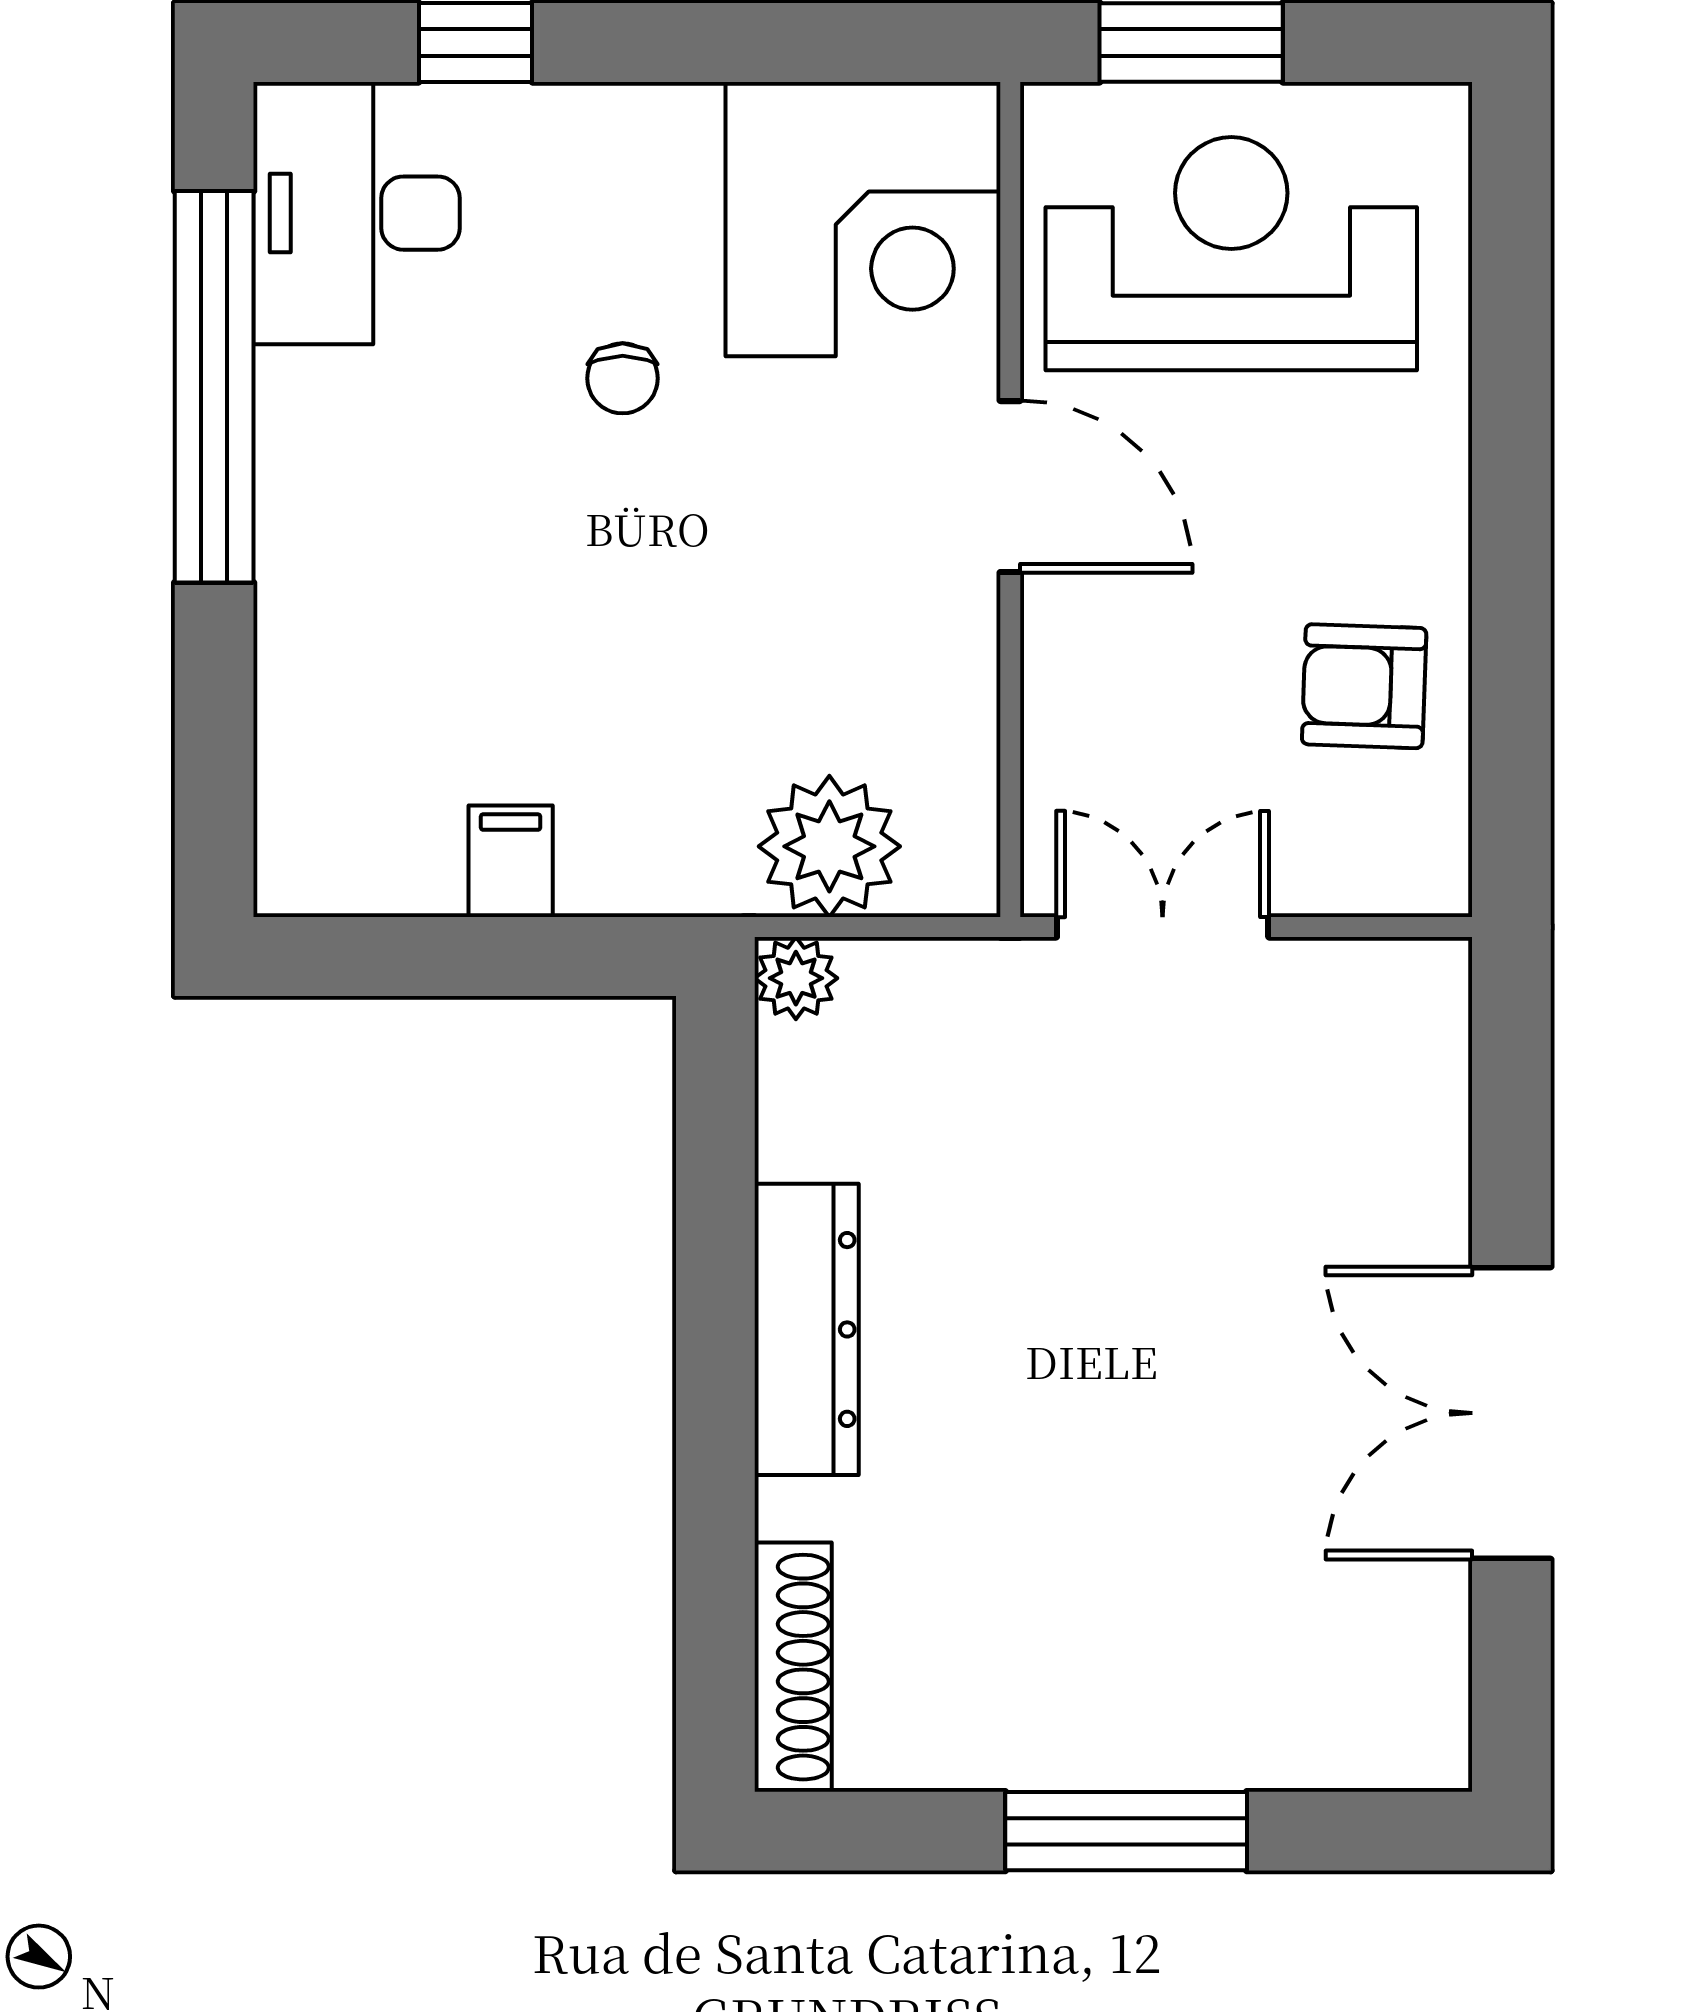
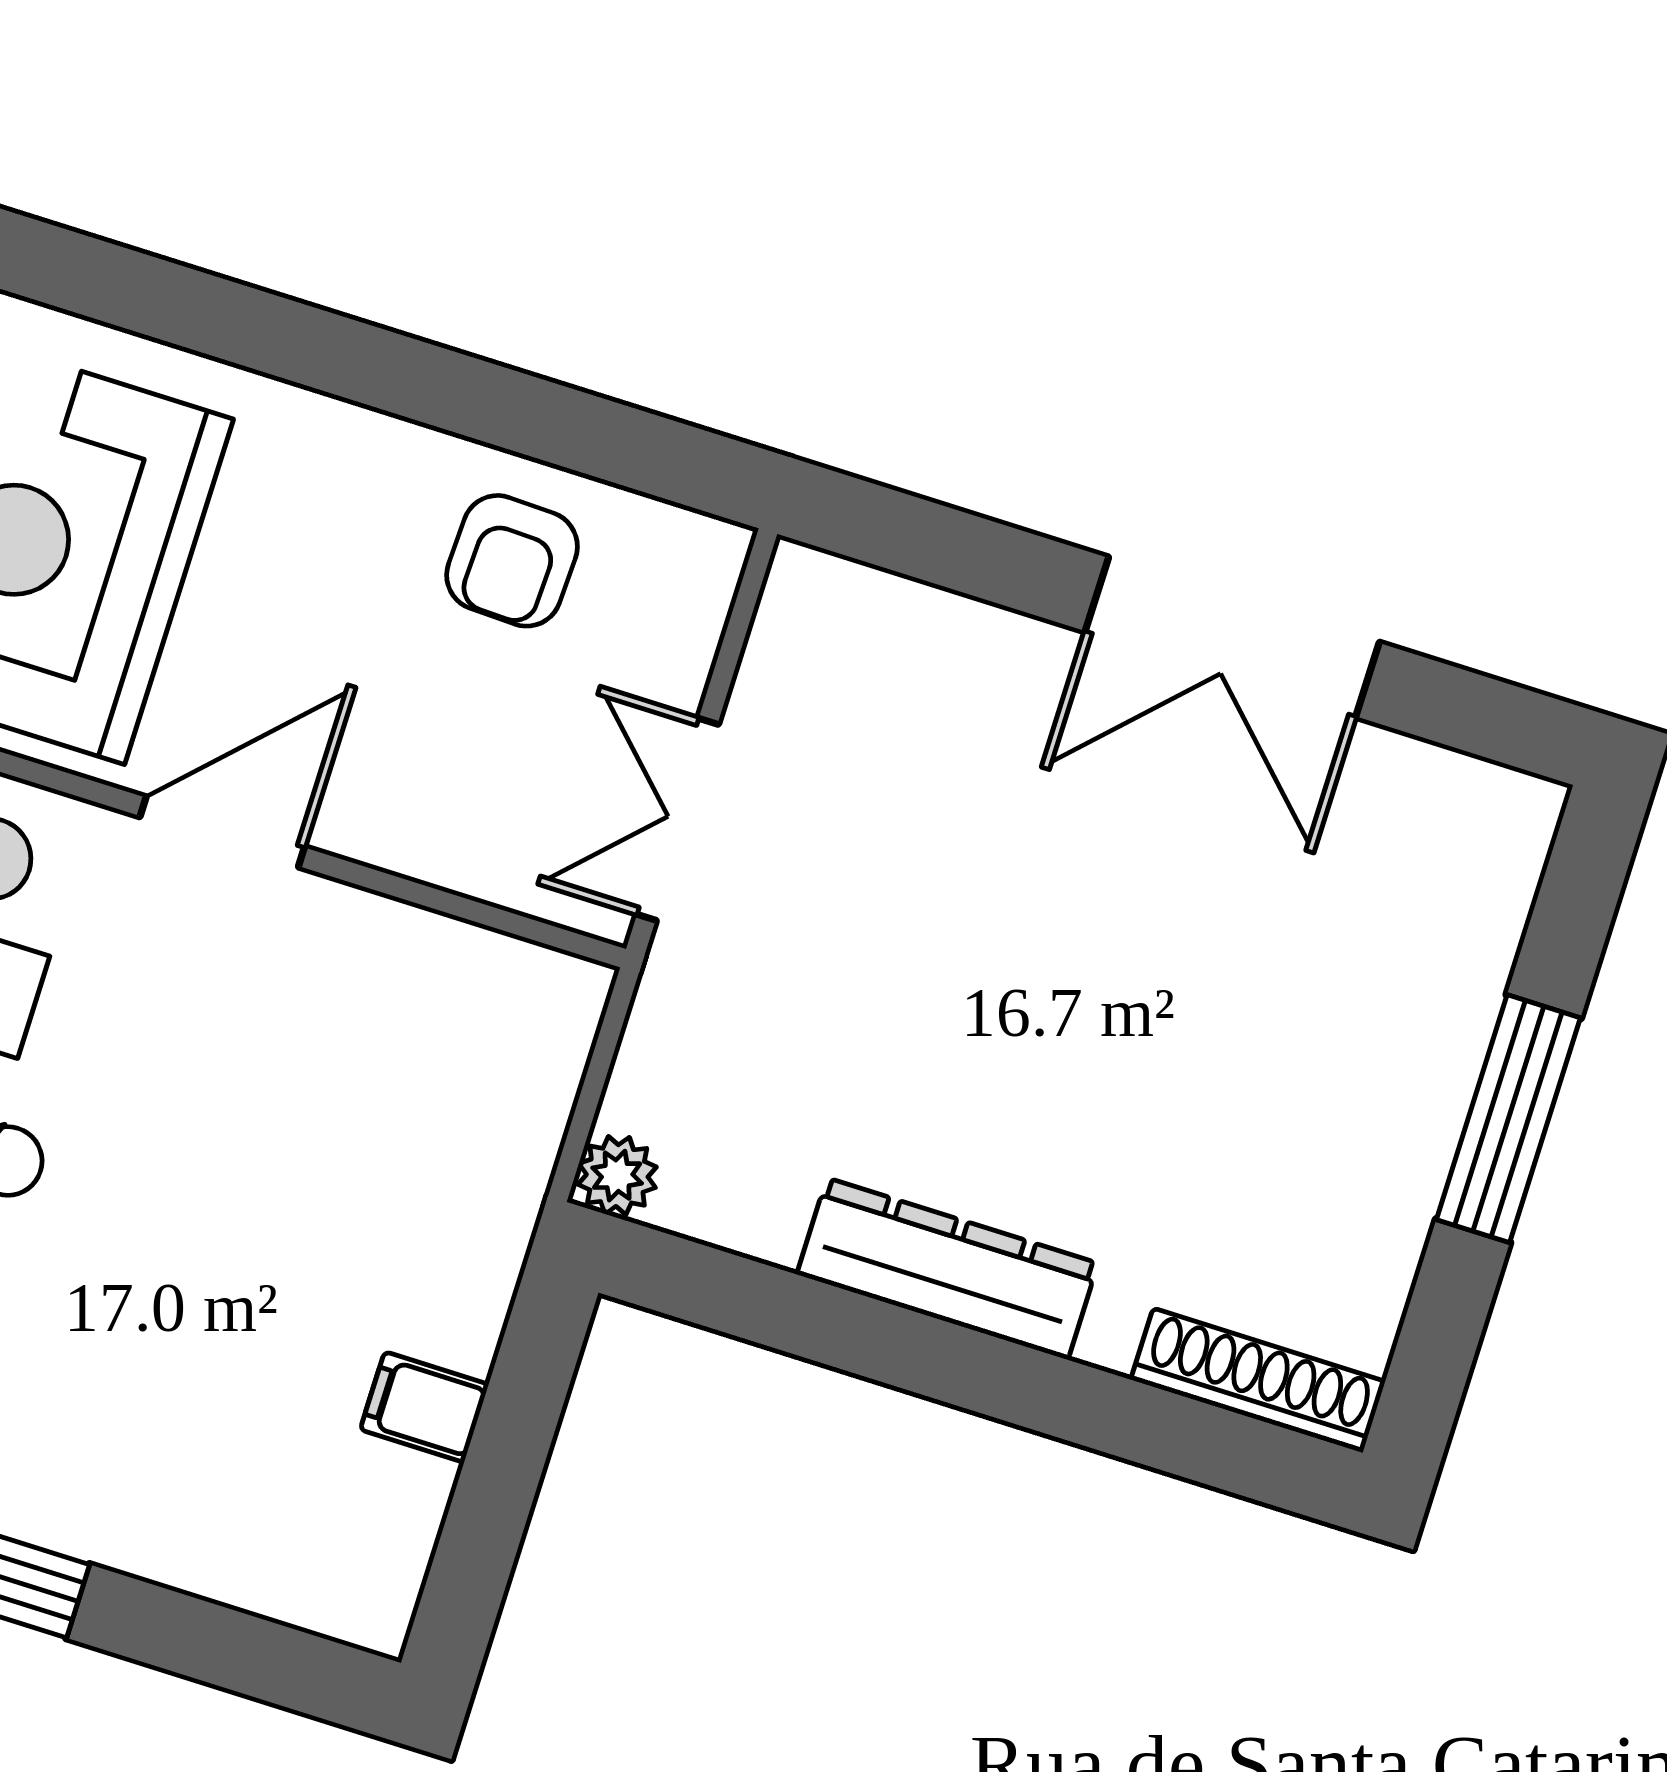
plant: (829, 846) -> (504, 1106), removed

